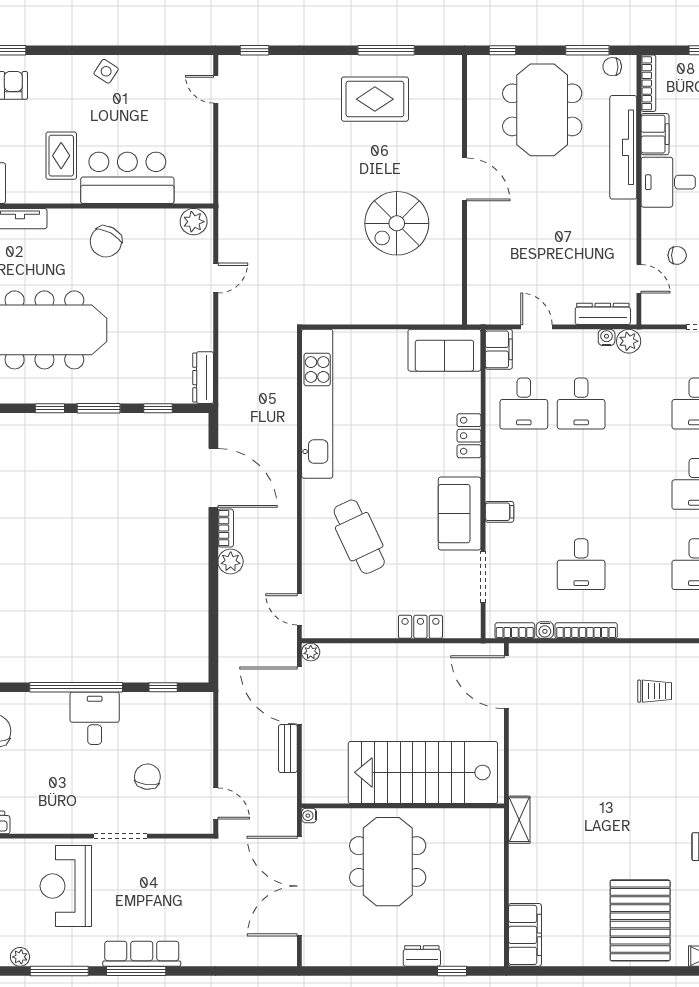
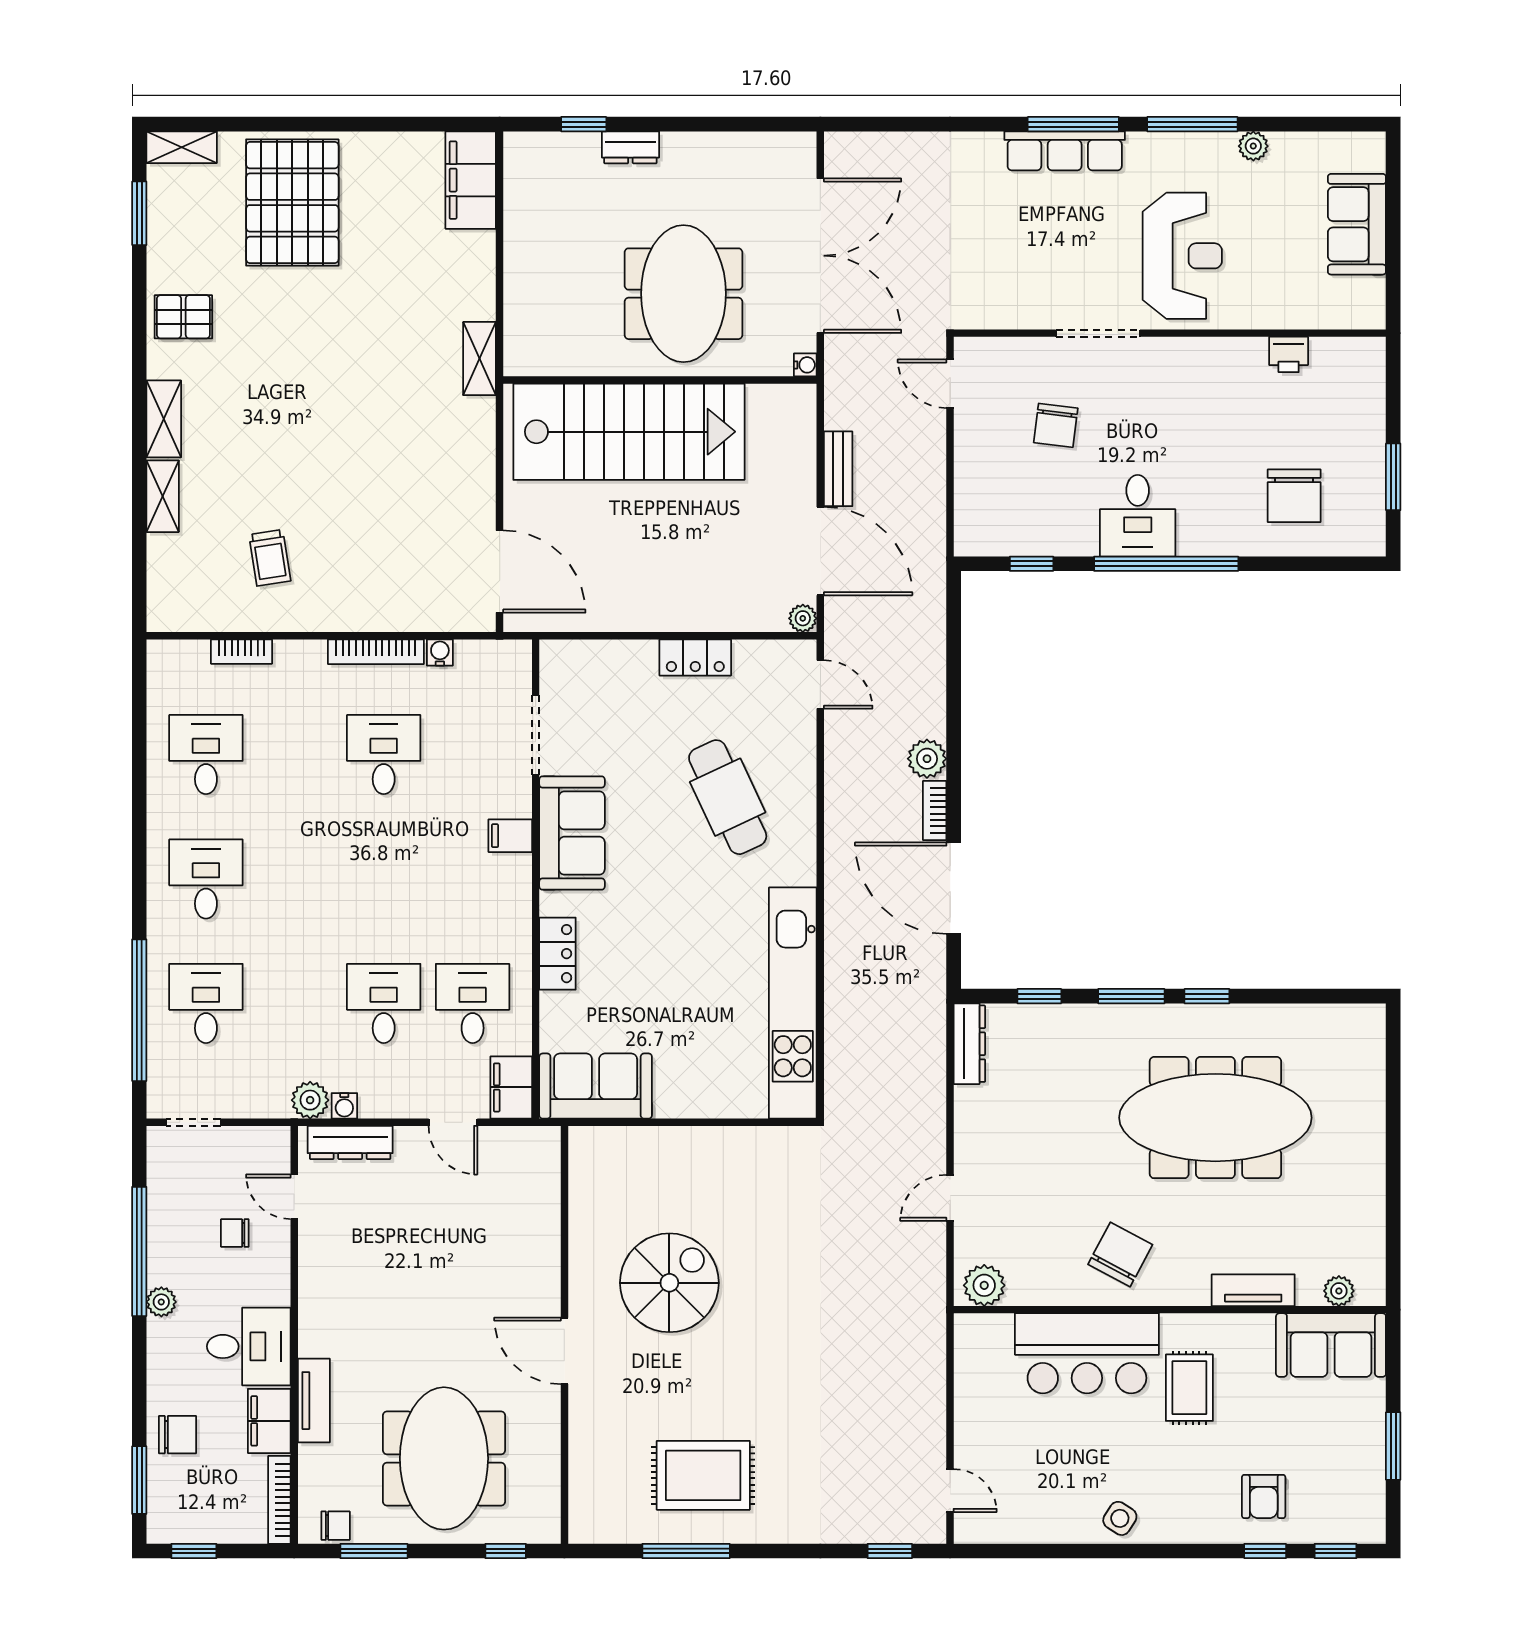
tv unit: (623, 147) -> (314, 1401), width x0.52, depth x0.78
locker: (420, 627) -> (695, 658), moved
bookcase: (515, 631) -> (241, 652), moved
trolley: (655, 691) -> (270, 558), turned -99

